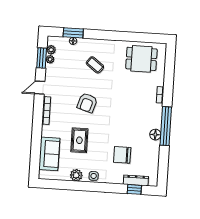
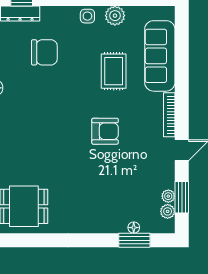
coffee table: (95, 65) -> (97, 192), removed
armchair: (87, 103) -> (105, 131), turned 73
sofa: (49, 154) -> (160, 56), width x1.36

